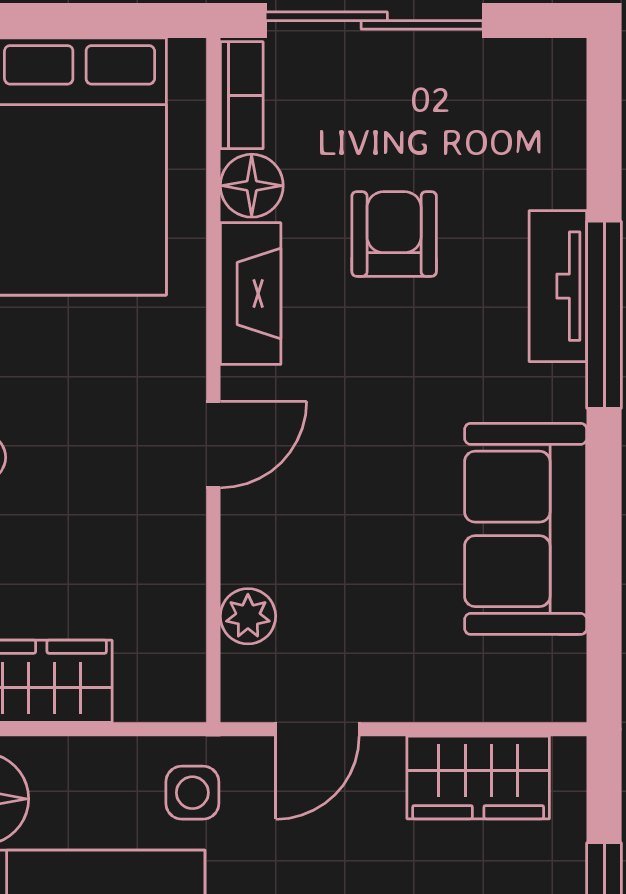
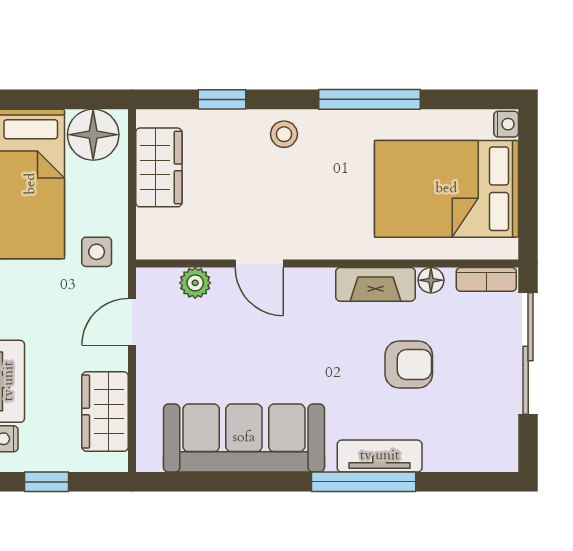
floor lamp: (252, 186) -> (431, 280), width x0.73, depth x0.73
door: (213, 445) -> (259, 264), moved
sofa: (526, 529) -> (244, 438), width x1.36
door: (318, 729) -> (132, 322), hinge flipped

